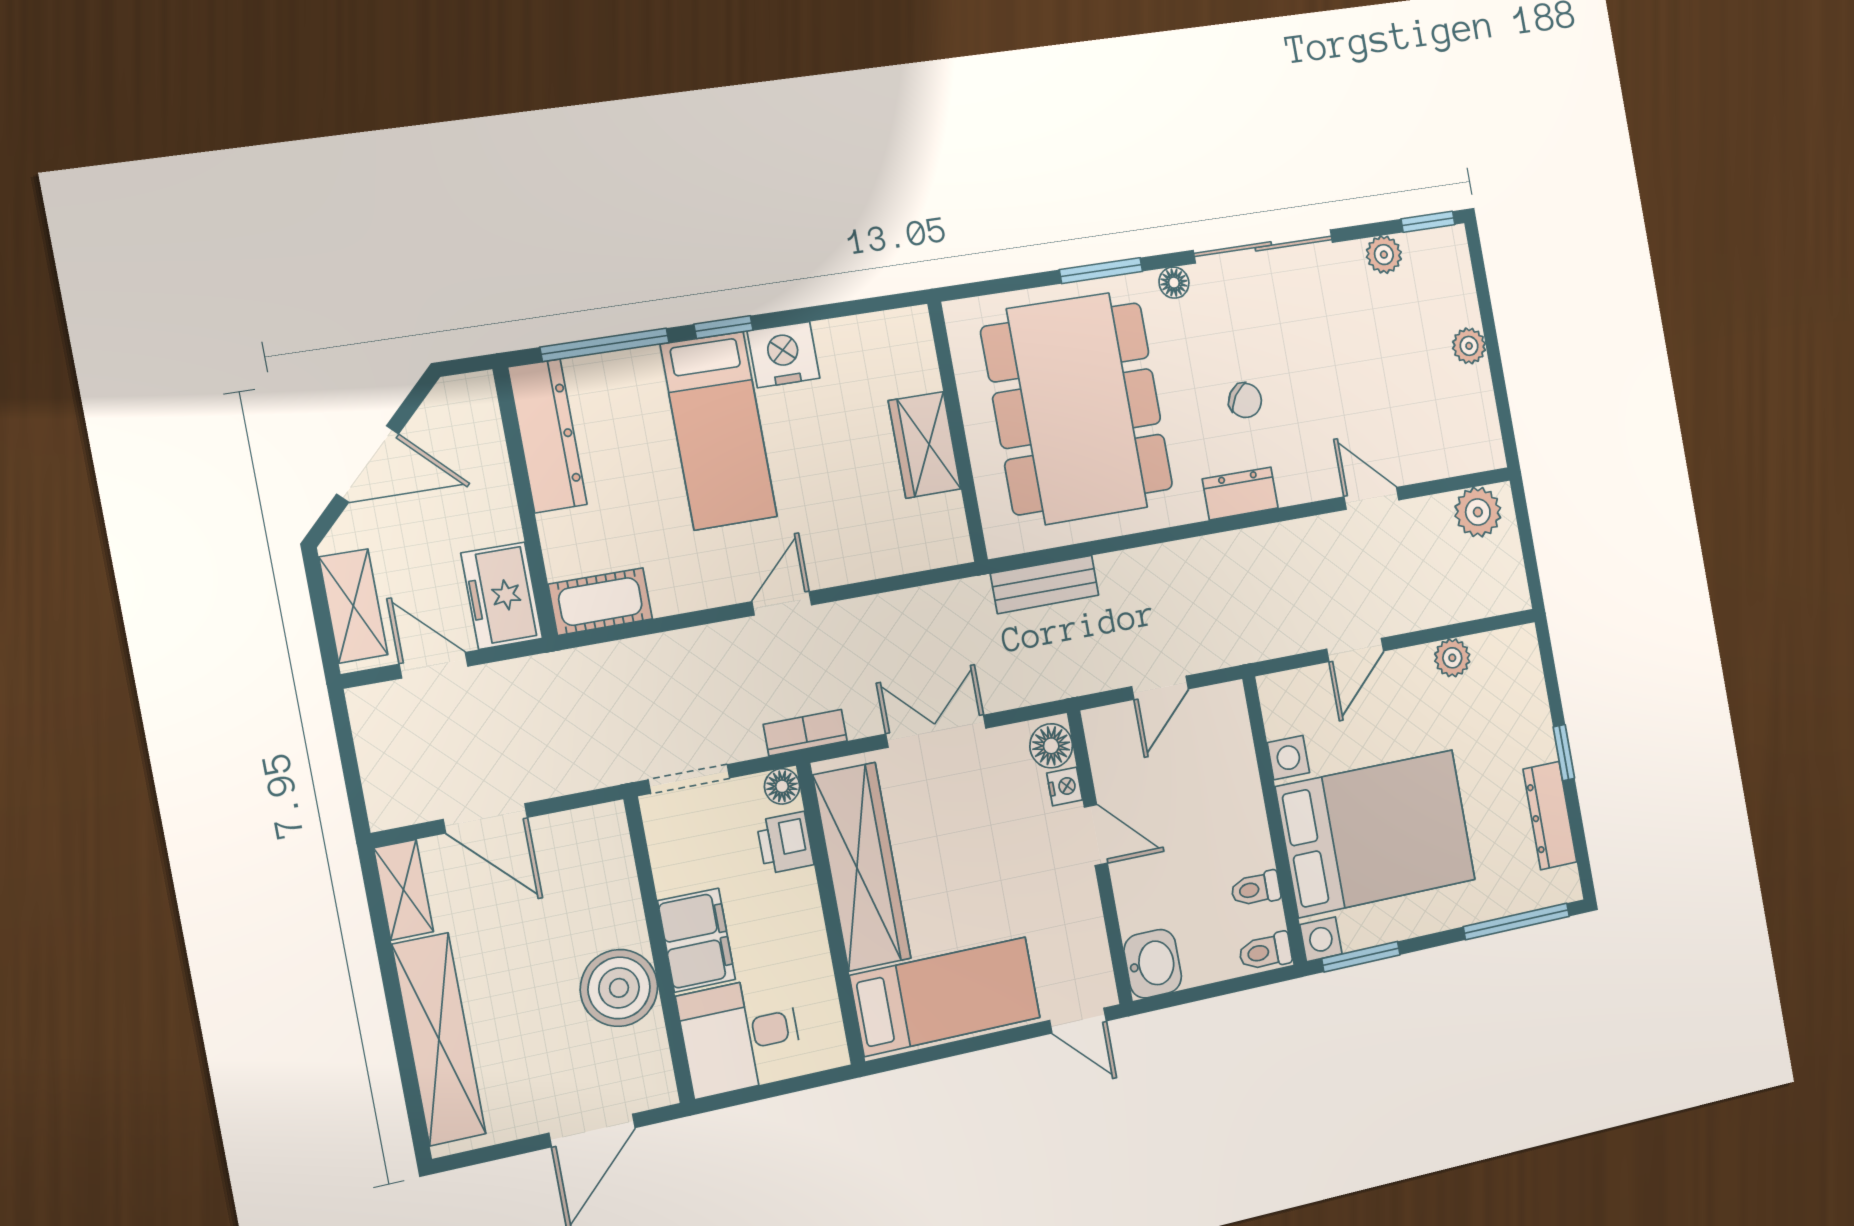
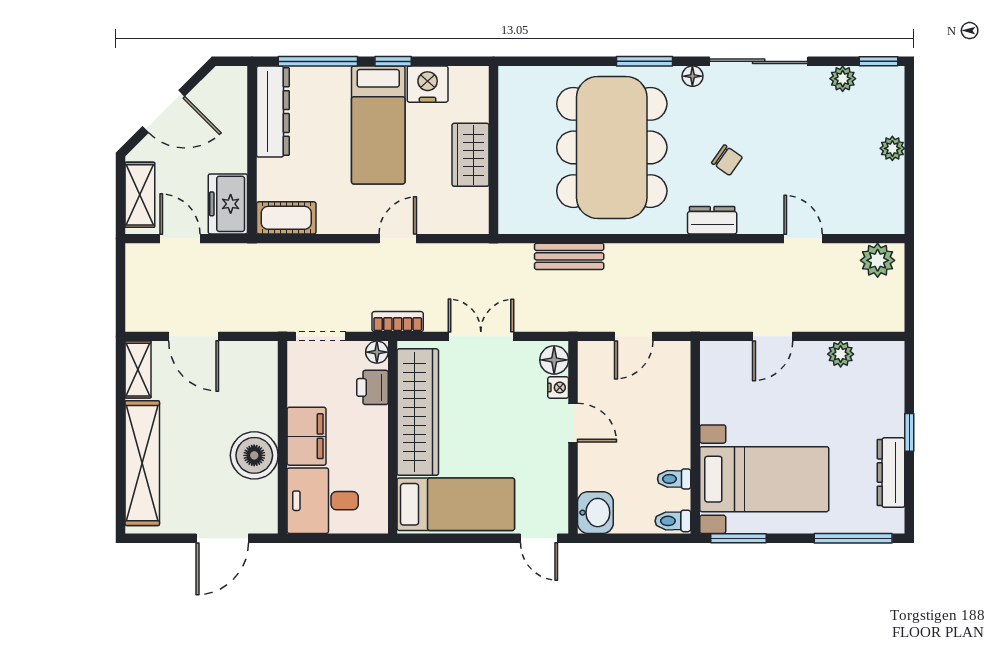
wall: (958, 432) -> (494, 150), moved
wardrobe: (925, 445) -> (471, 155), moved
bed with nightstands: (1376, 833) -> (764, 479), width x0.73

